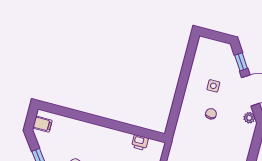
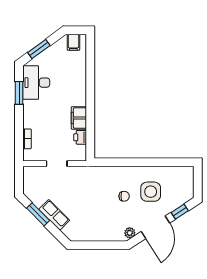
side table: (213, 86) -> (151, 192), width x1.87, depth x1.87
filing cabinet: (120, 139) -> (79, 118), added

